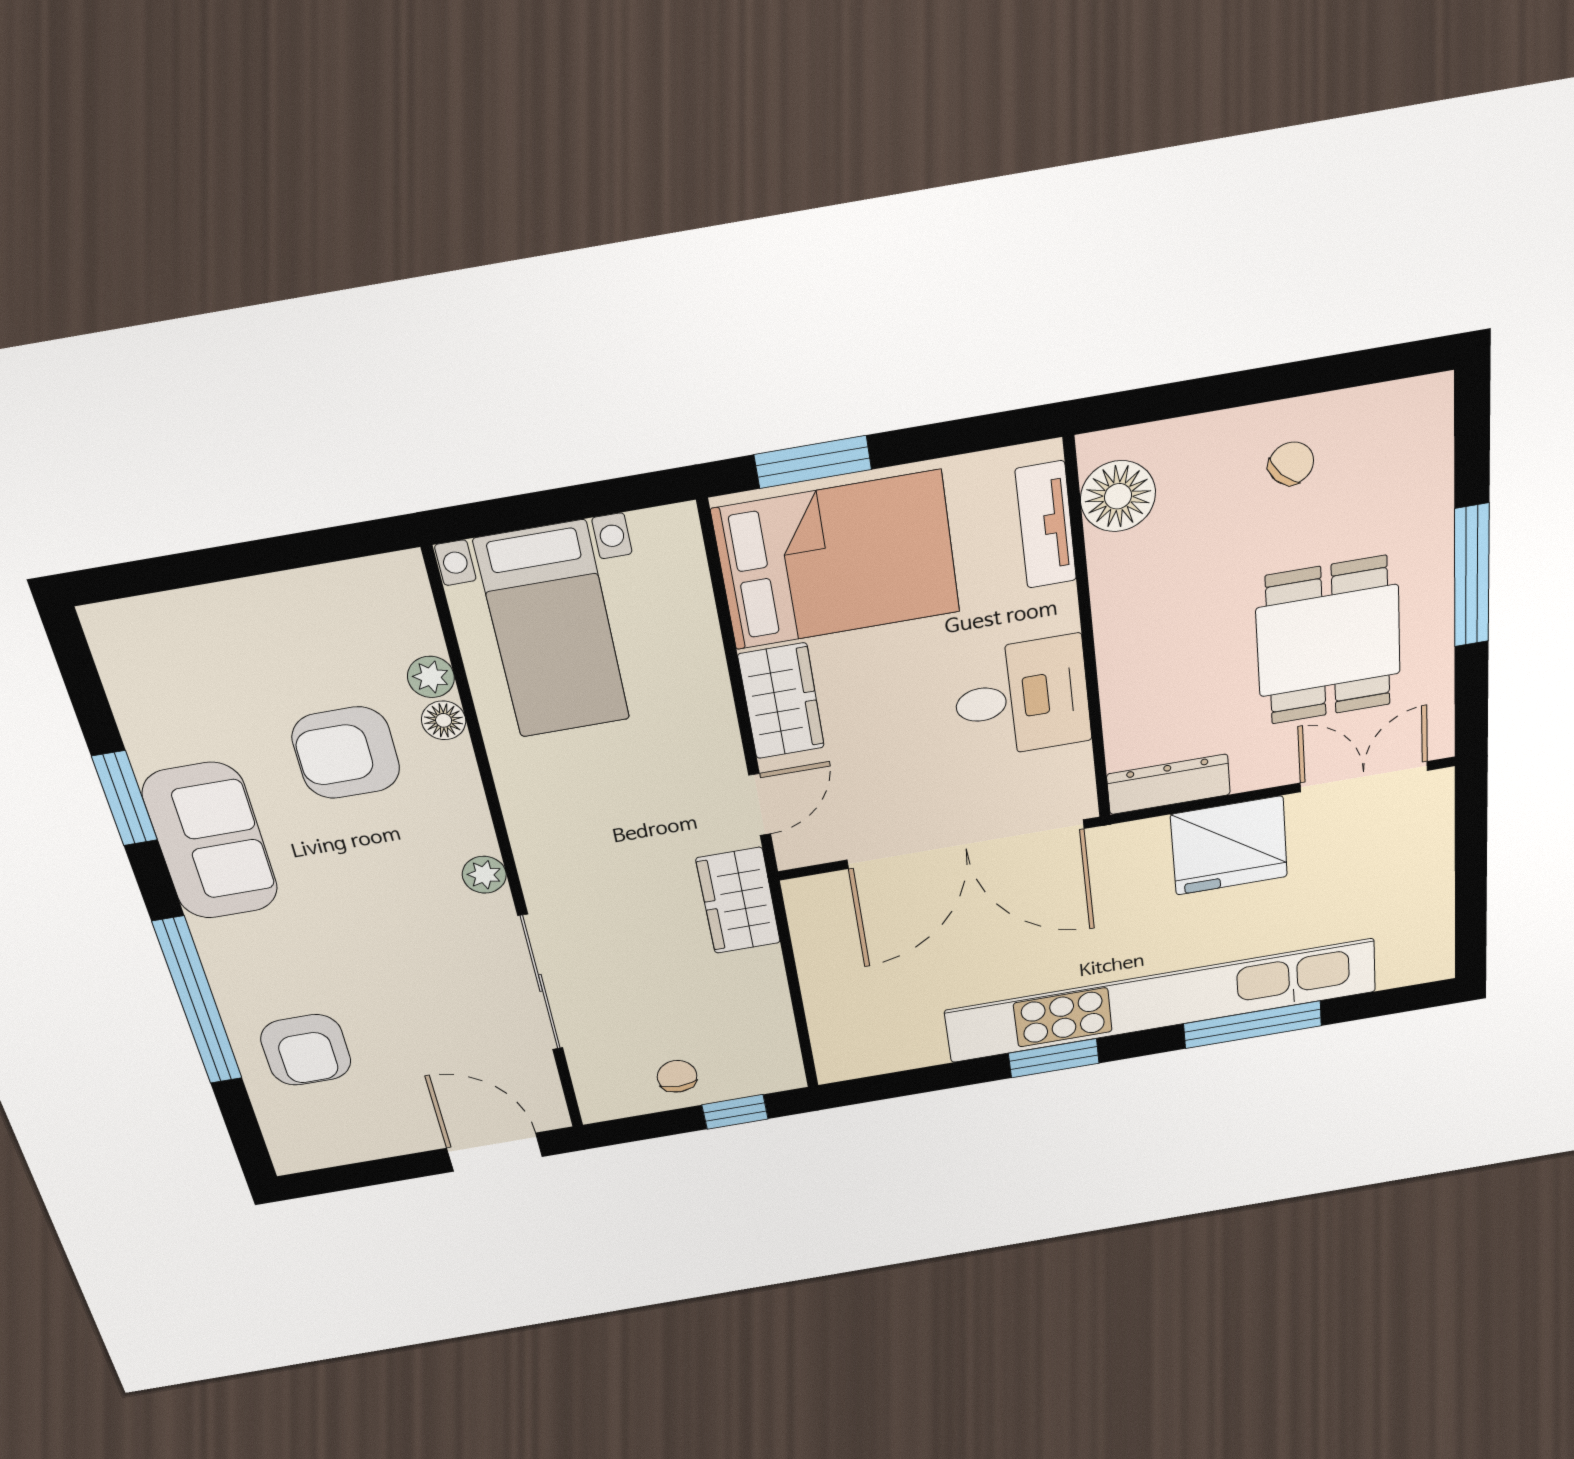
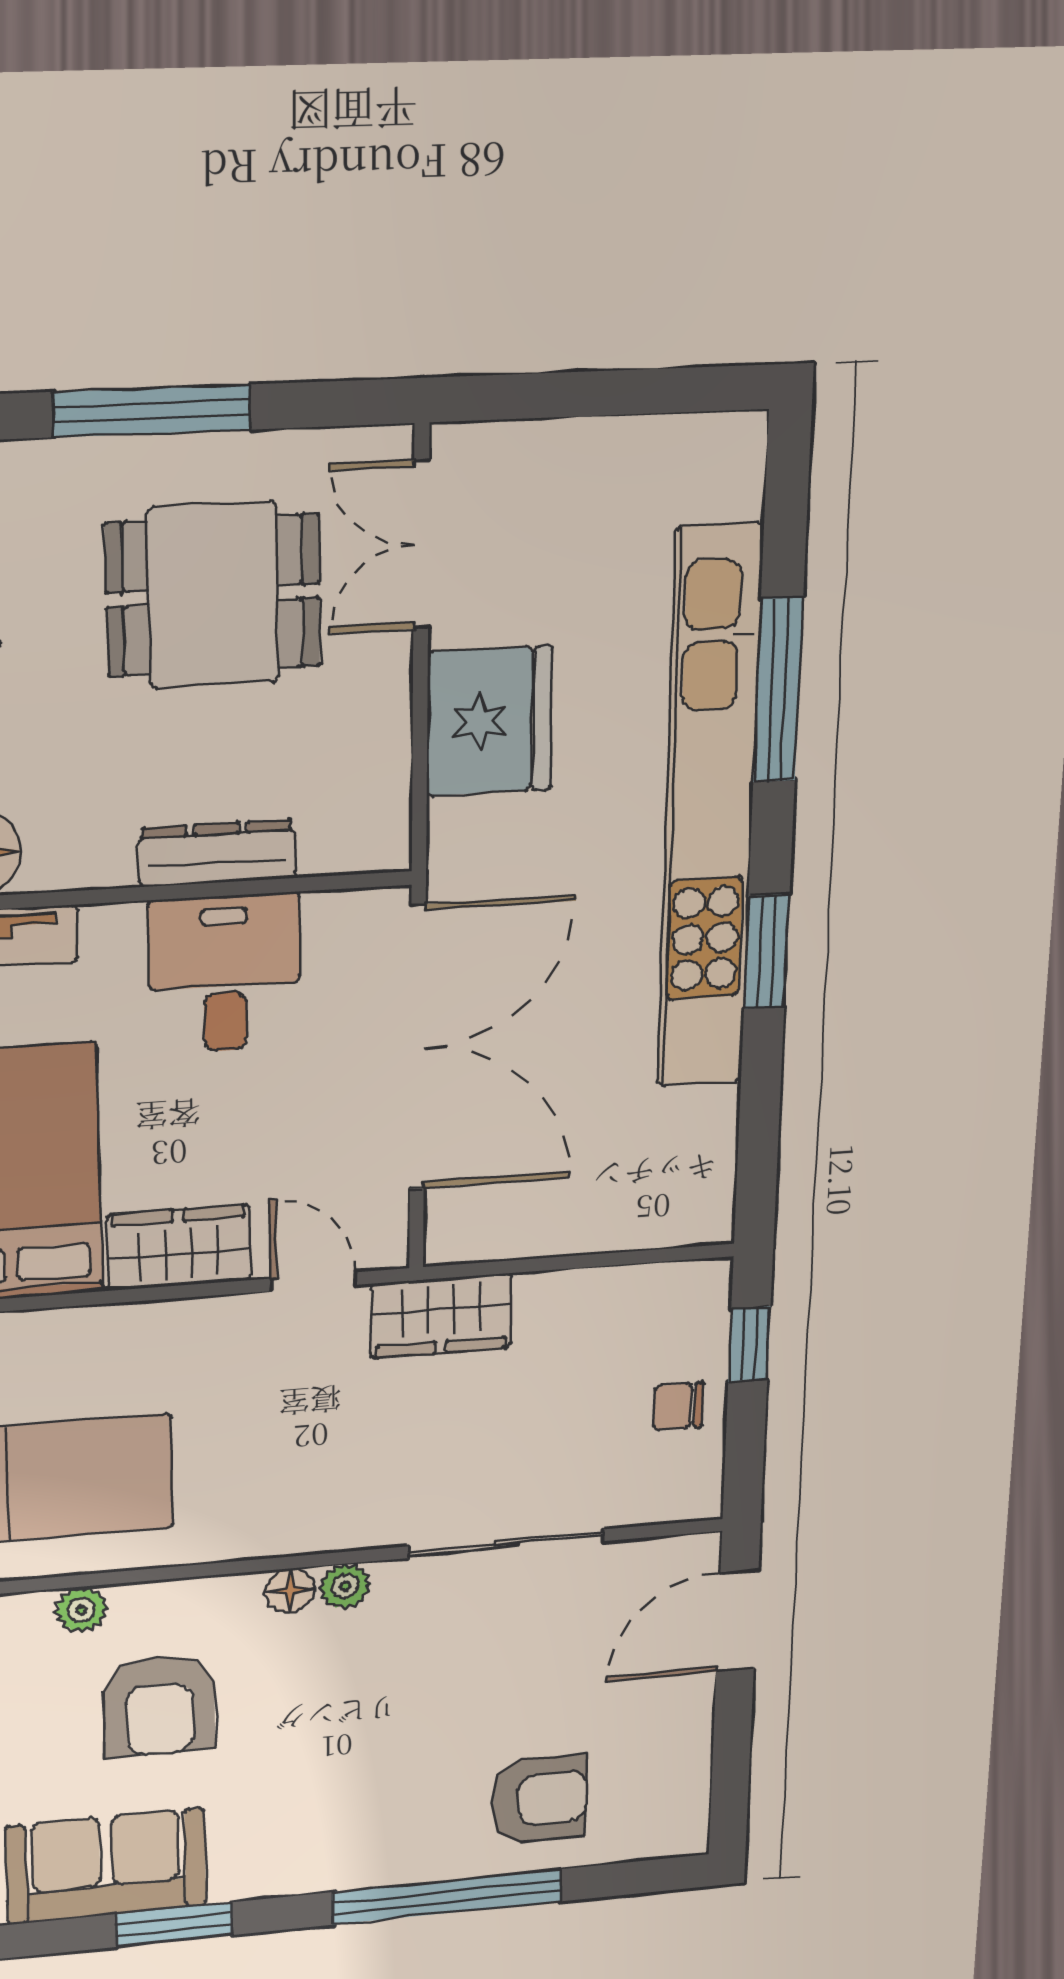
floor lamp: (444, 720) -> (290, 1590), moved
dresser: (1169, 784) -> (217, 853), moved, turned 90
sofa: (210, 841) -> (106, 1866), moved

